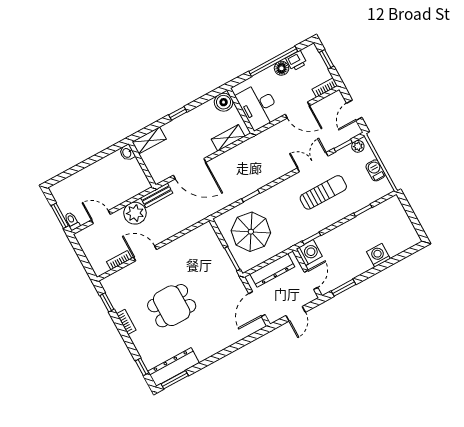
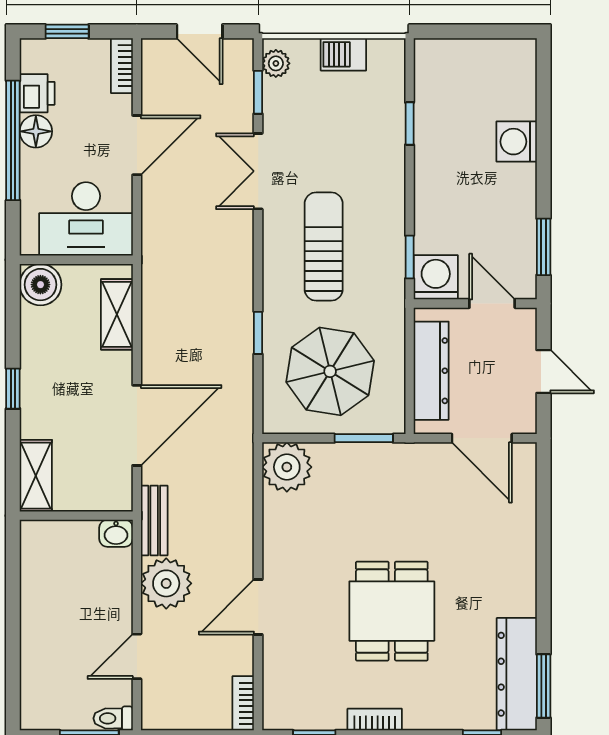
washbasin: (127, 153) -> (116, 533), moved
sun lounger: (323, 192) -> (324, 246), moved
plant: (205, 235) -> (287, 467), added
bookcase: (119, 260) -> (243, 703), moved

